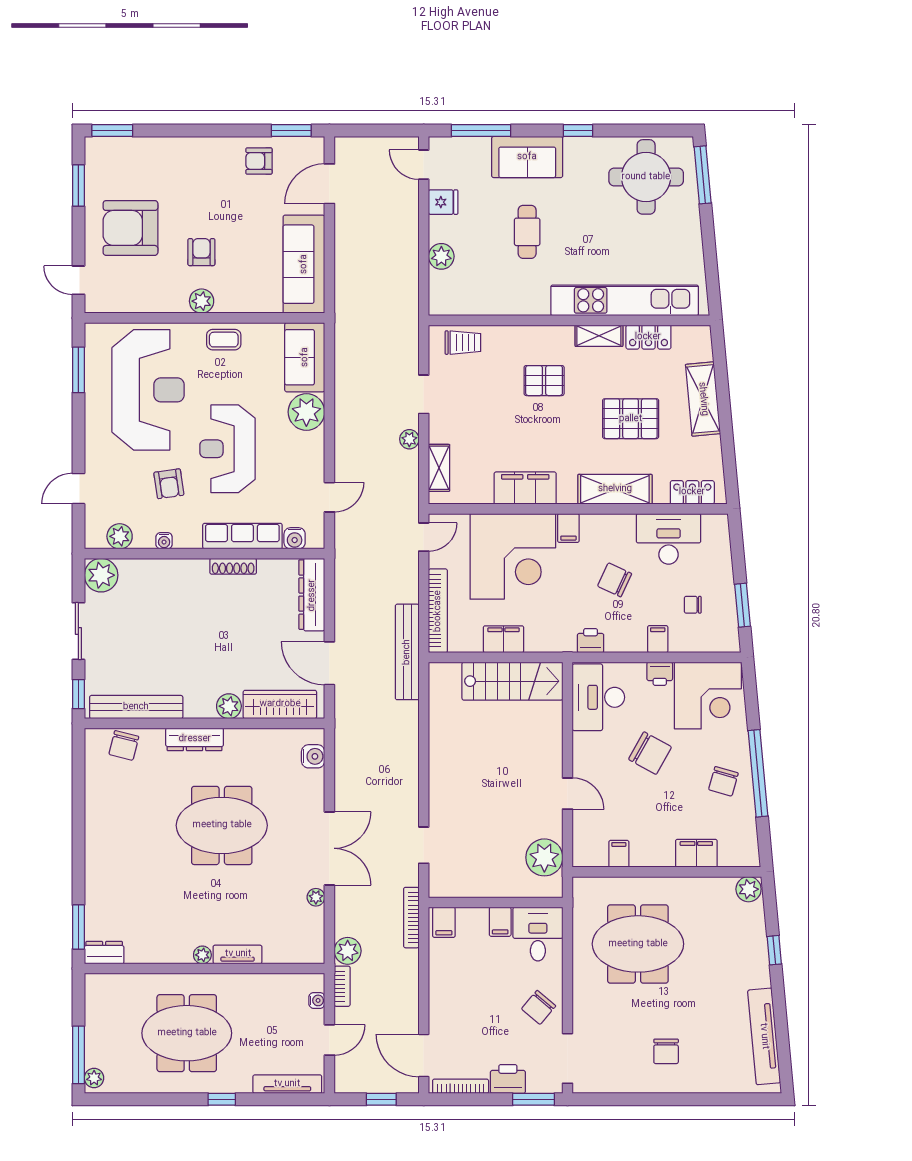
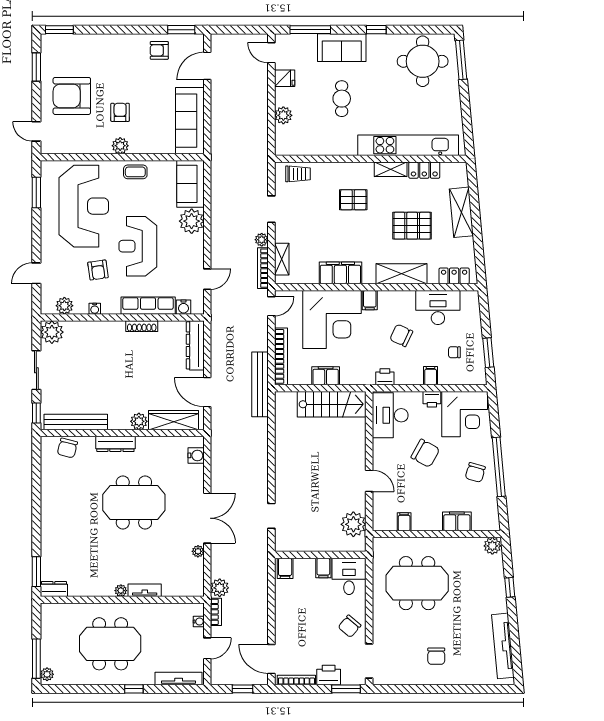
bookcase: (411, 918) -> (263, 268), moved

